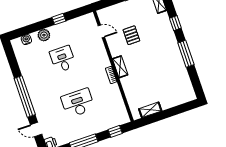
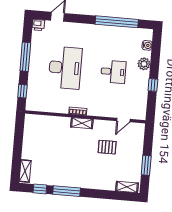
window: (175, 23) -> (40, 189), moved
window: (25, 96) -> (117, 22), moved
desk: (78, 103) -> (65, 68), width x1.36, depth x1.30
shelving: (150, 110) -> (25, 171), moved

